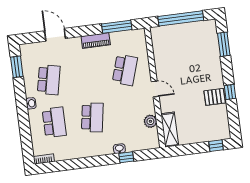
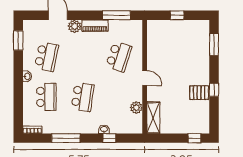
window: (181, 18) -> (177, 15), width x0.32
plant: (74, 44) -> (75, 26), added
window: (80, 163) -> (66, 138), added

